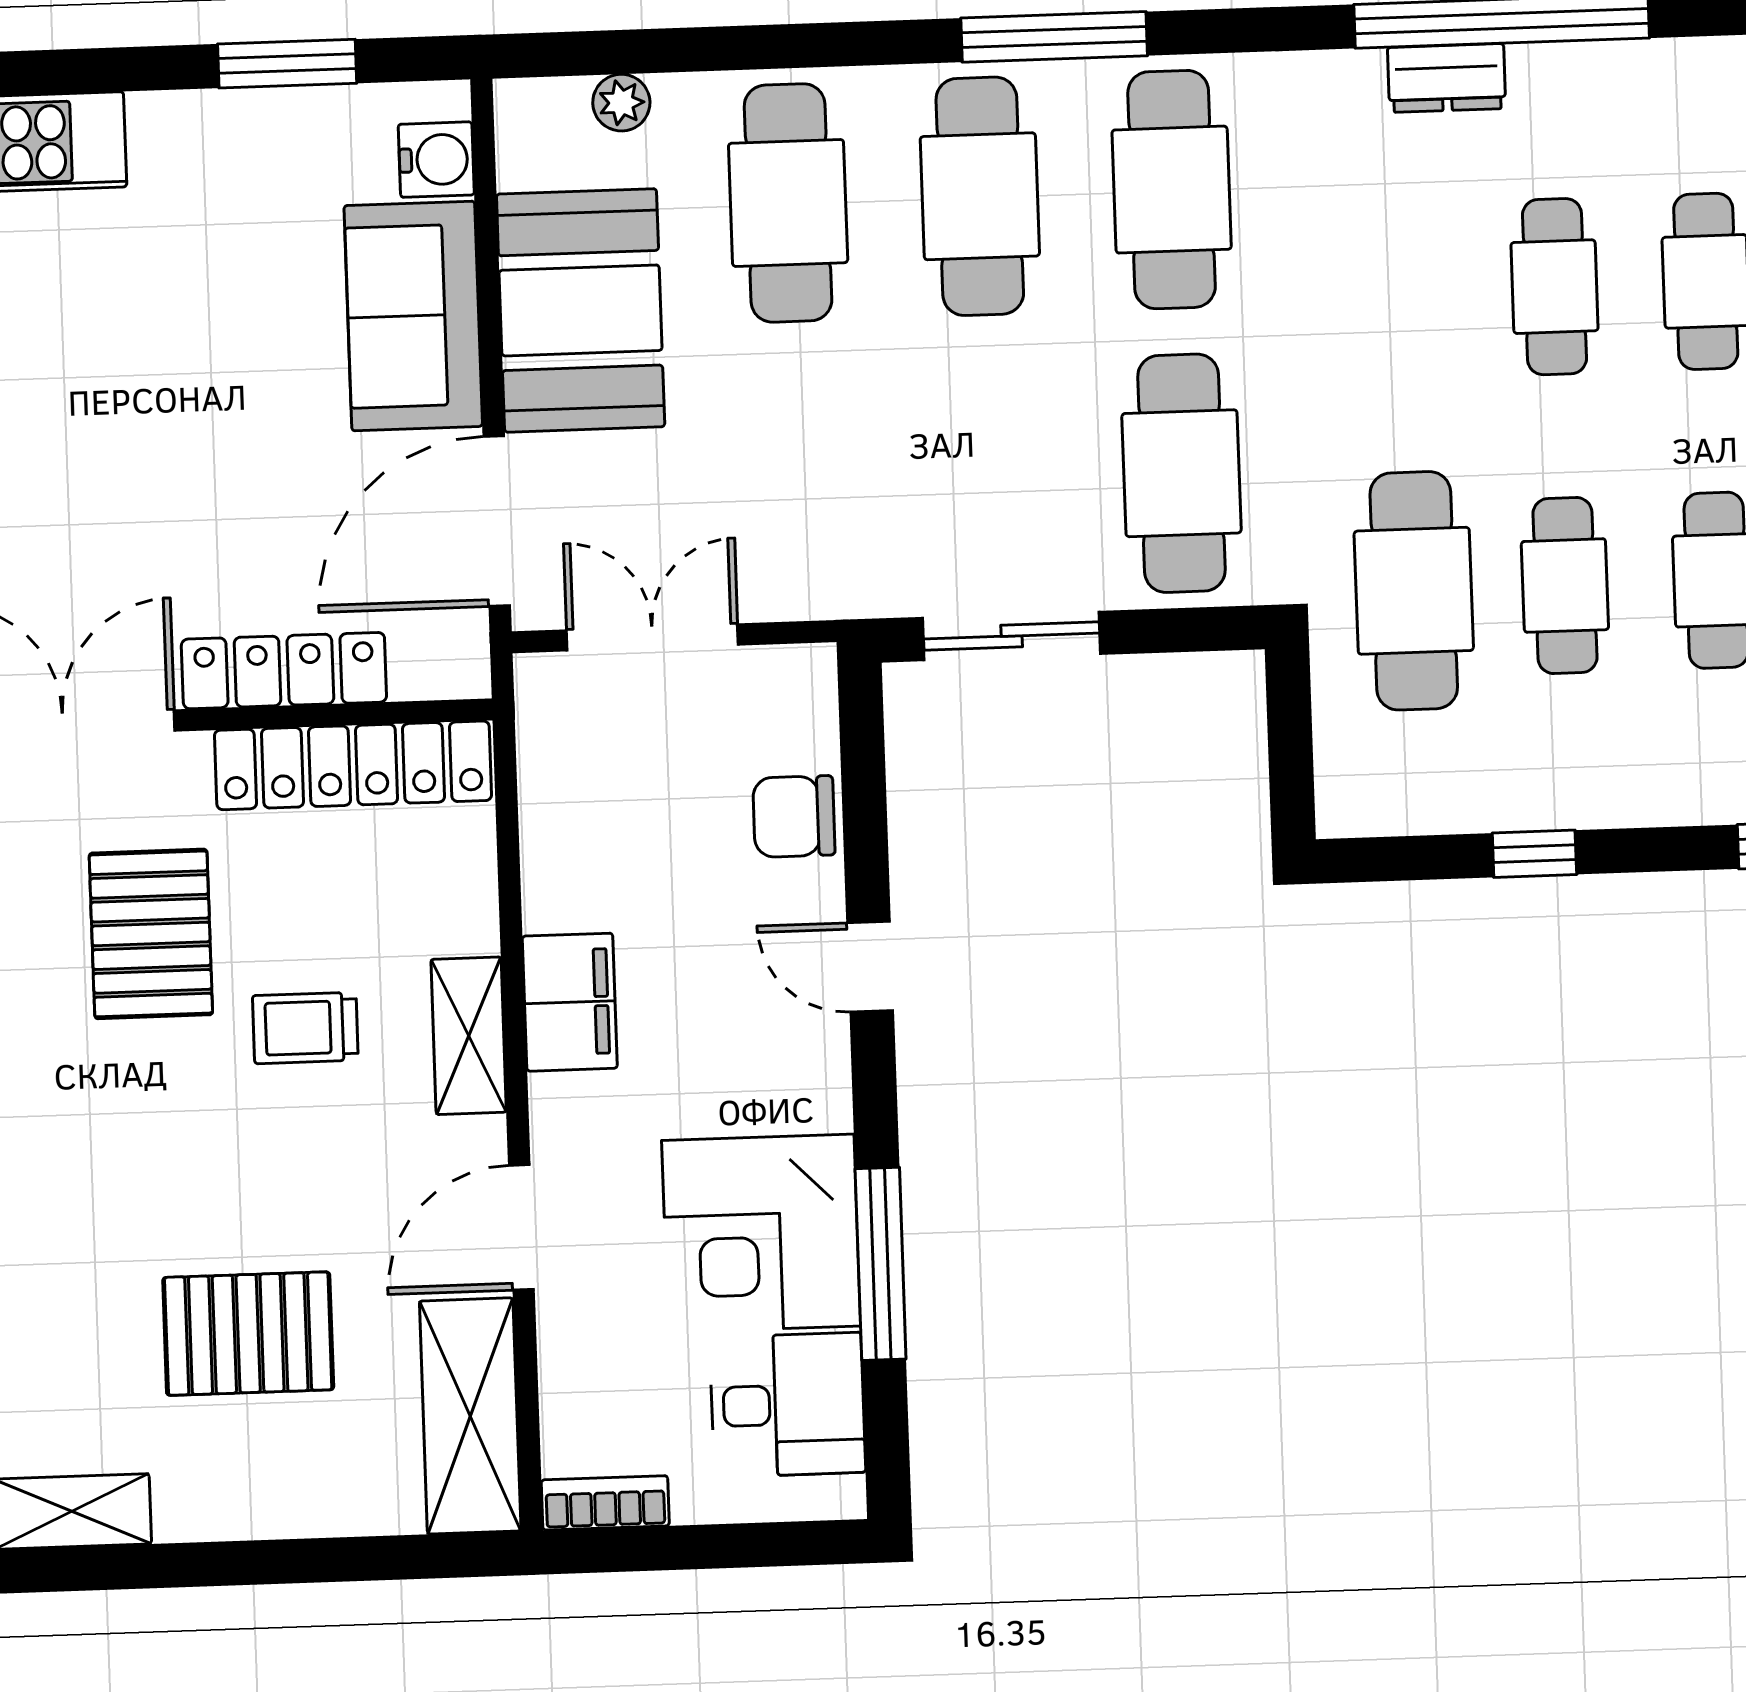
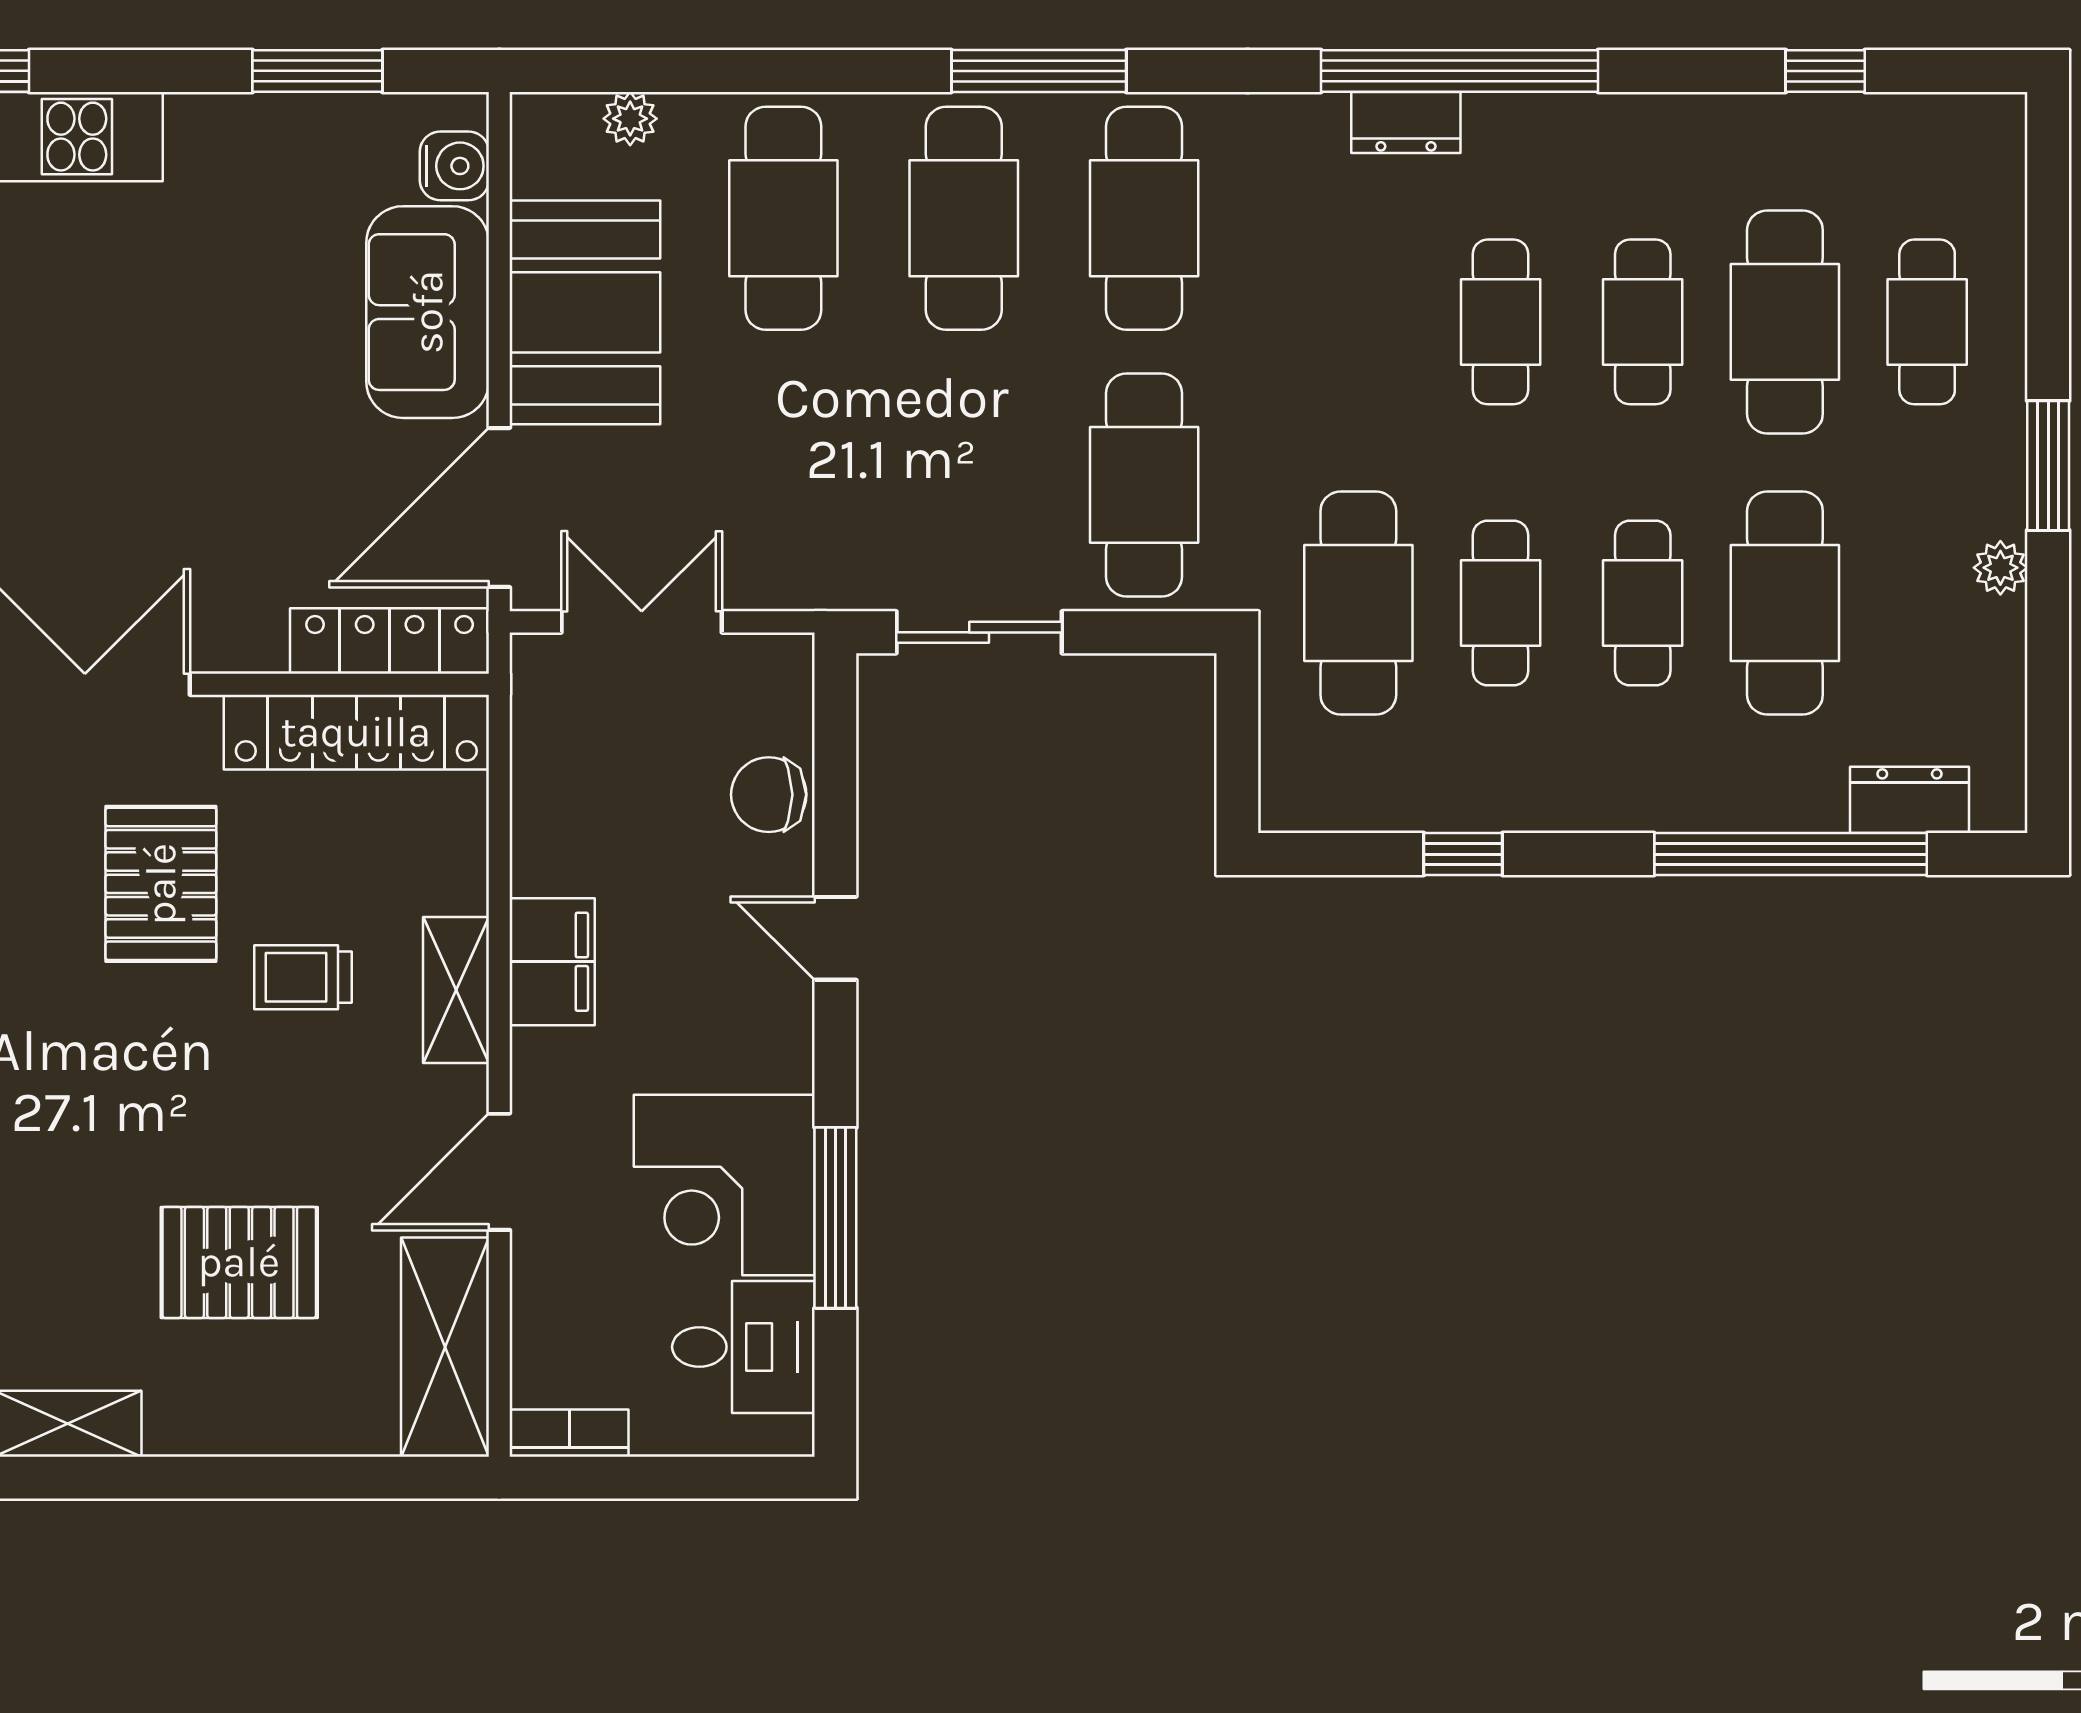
locker: (284, 671) -> (390, 641), moved

